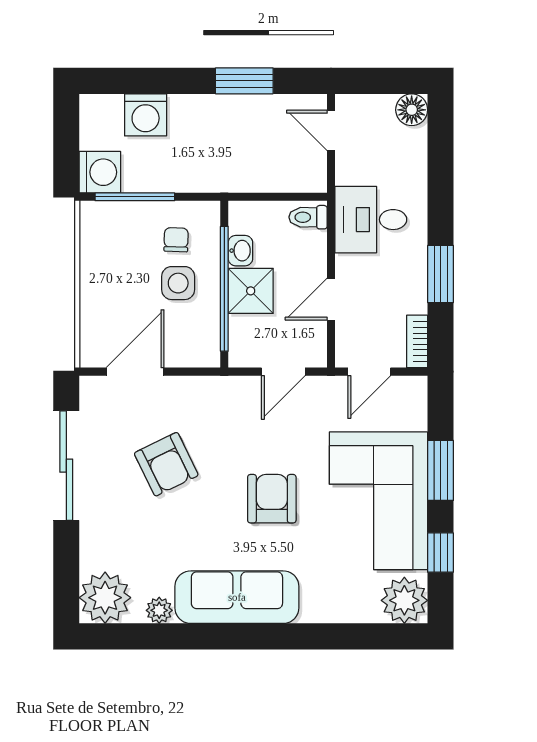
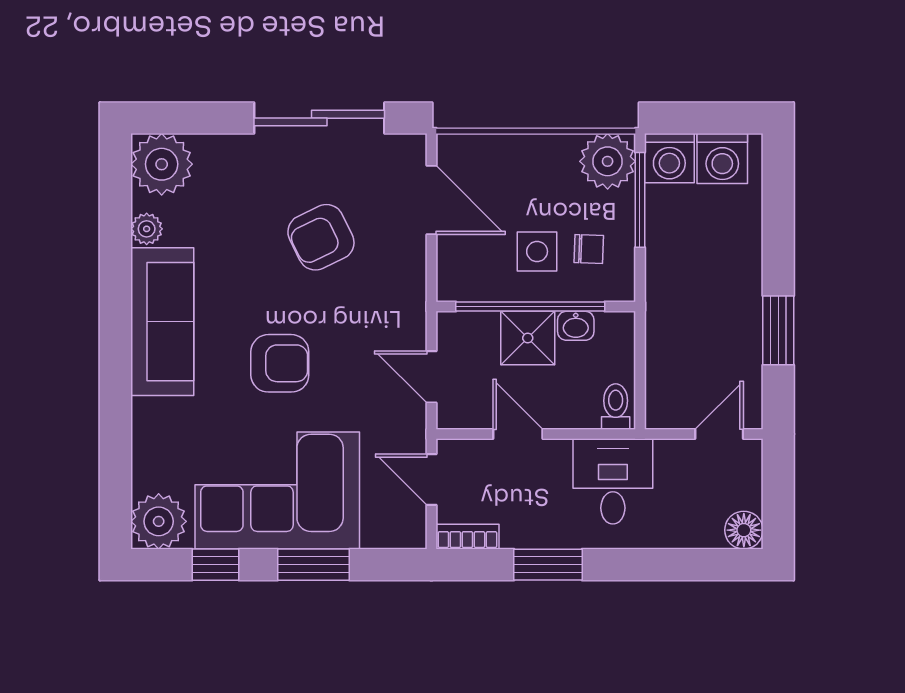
washing machine: (146, 115) -> (722, 159), moved, turned -90
plant: (103, 224) -> (608, 161), added

